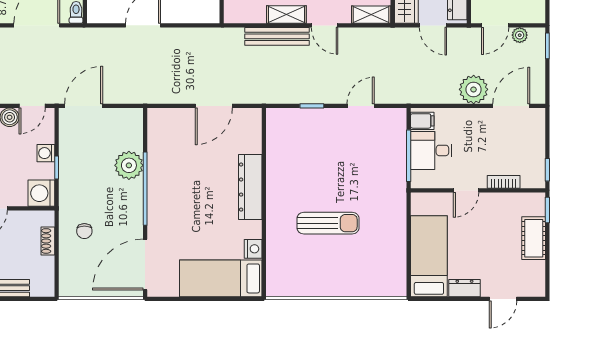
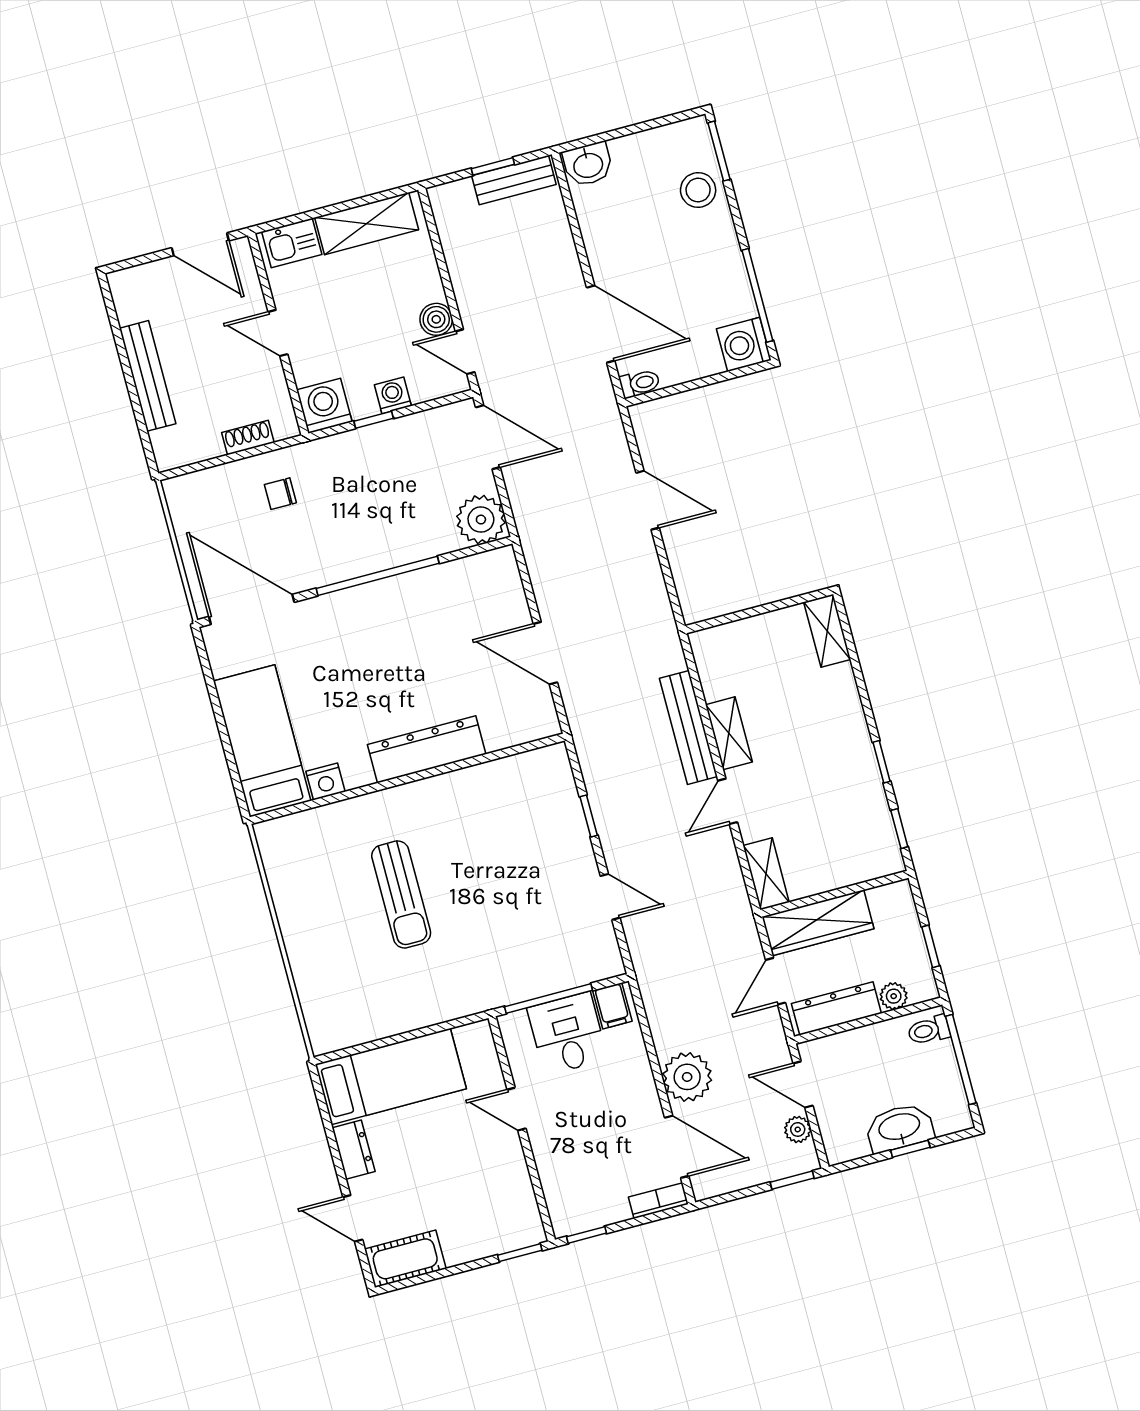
plant: (129, 165) -> (481, 520), moved
bookcase: (504, 182) -> (658, 1201), moved, turned -90
cot: (534, 238) -> (405, 1259), moved

